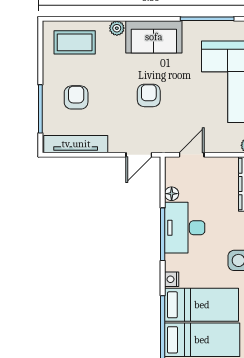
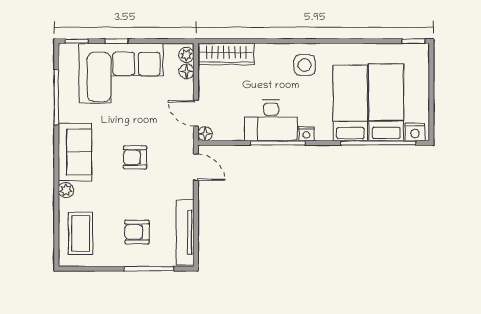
floor lamp: (232, 146) -> (187, 71), added
floor lamp: (172, 194) -> (205, 134), moved
nightstand: (172, 279) -> (306, 134), moved

